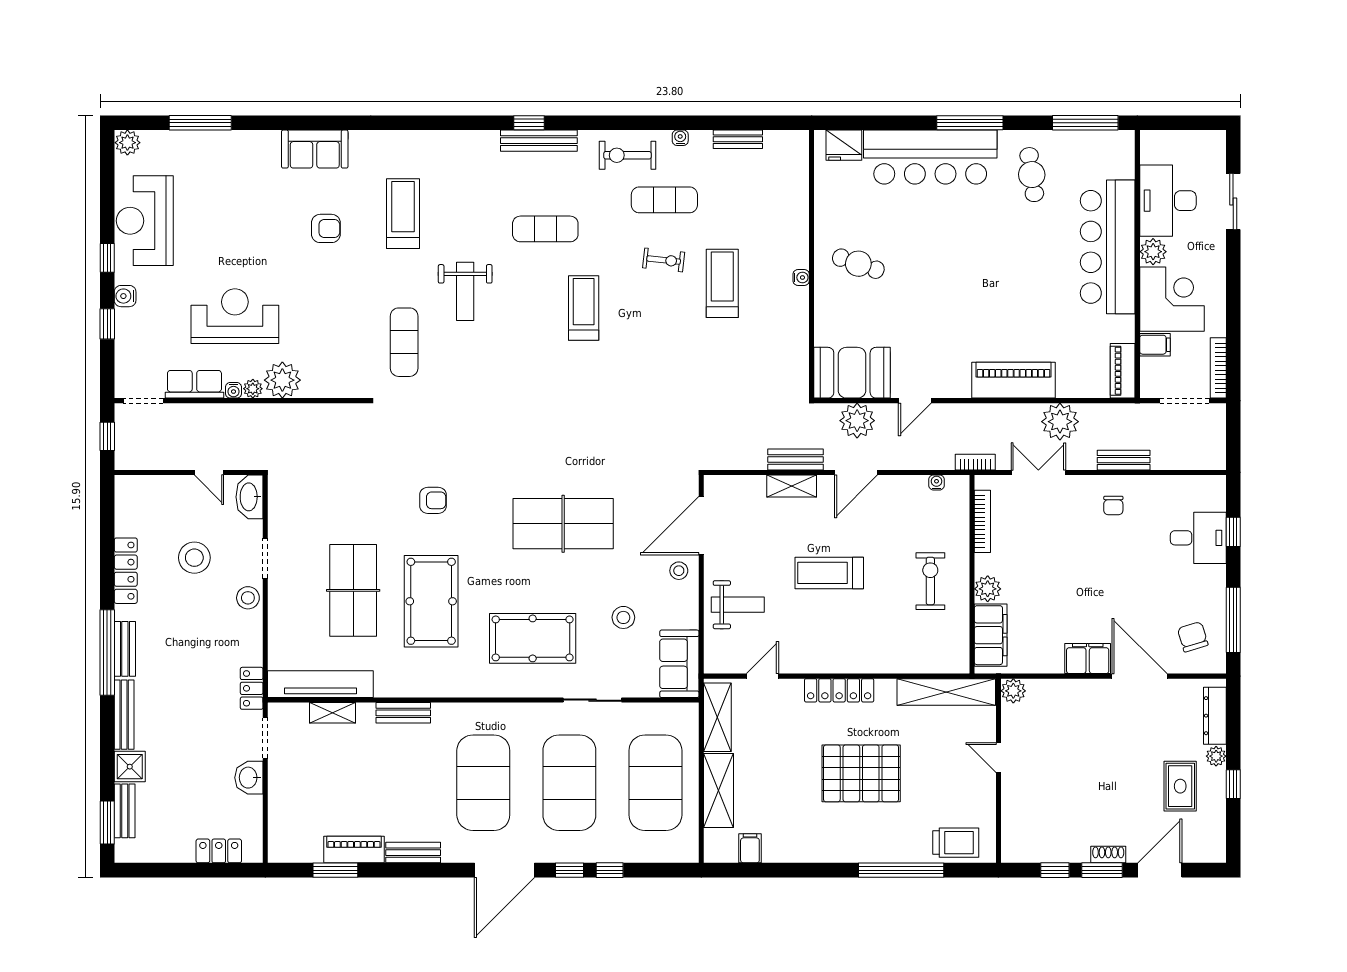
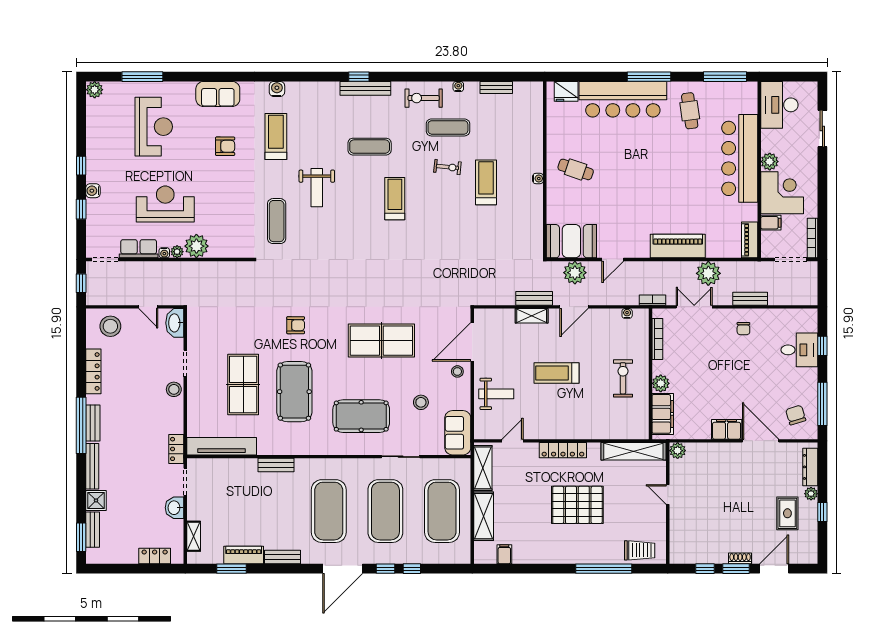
water cooler: (405, 141) -> (277, 89), added
desk: (1168, 201) -> (779, 105), moved
reception desk: (145, 221) -> (154, 127), moved, turned 180
stool: (194, 558) -> (110, 326), moved
shelving: (332, 713) -> (194, 536), moved, turned 90

